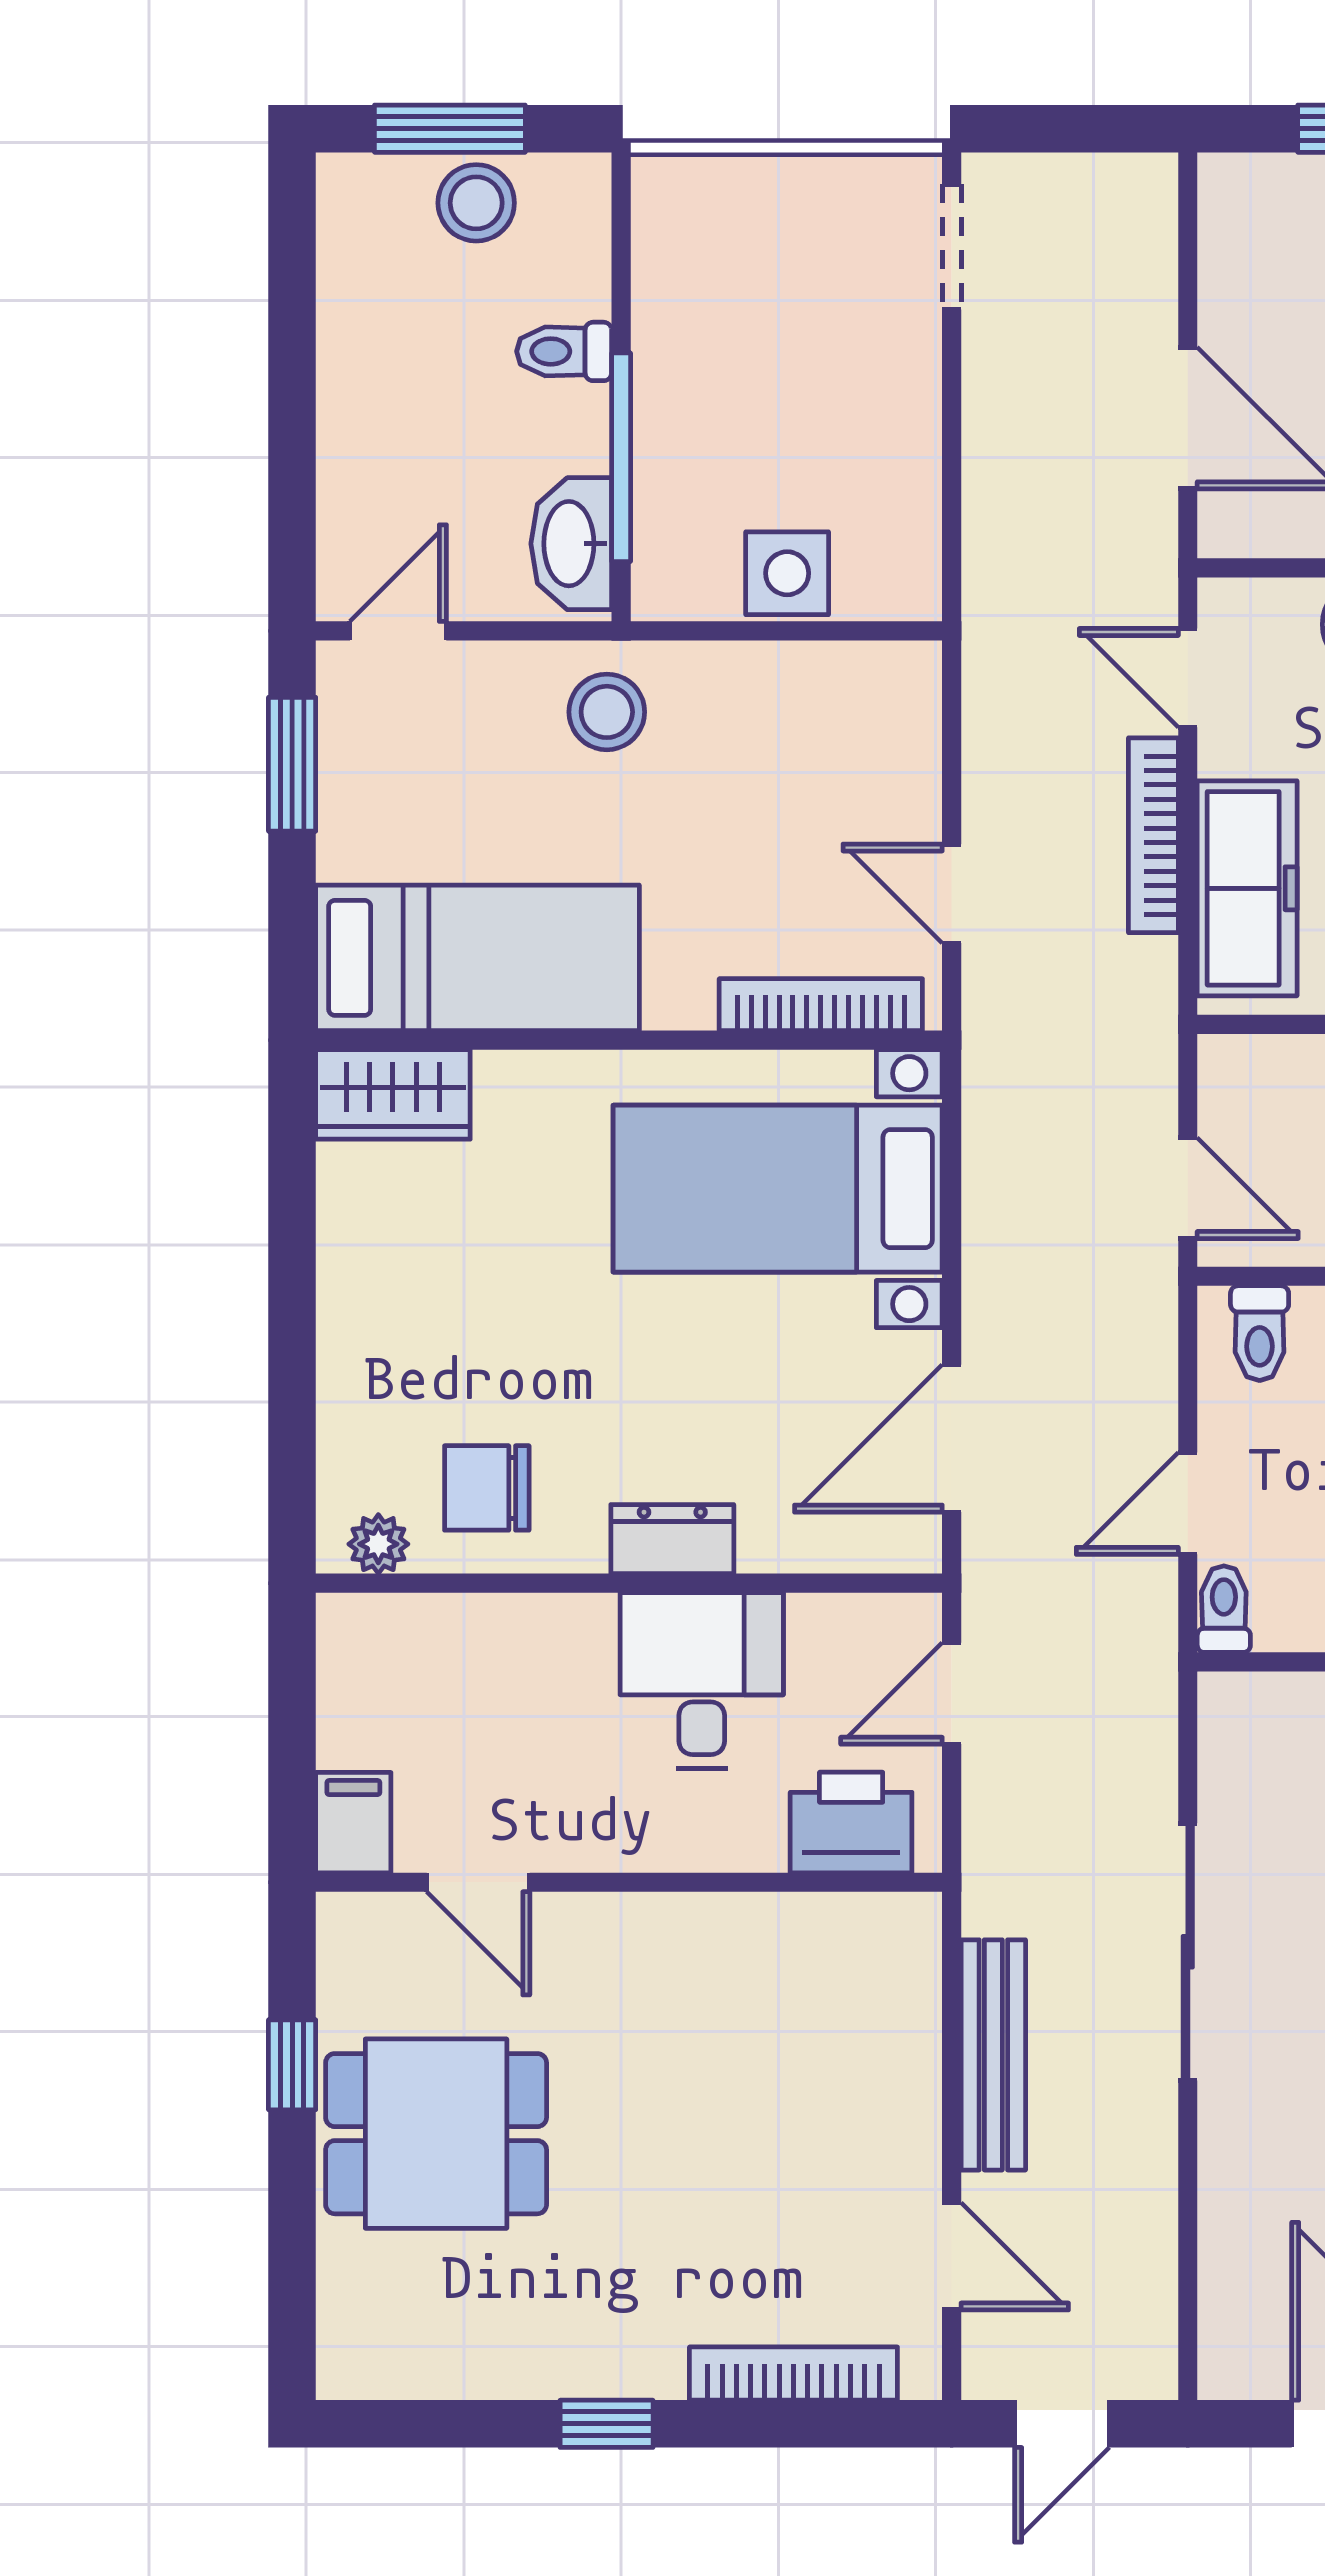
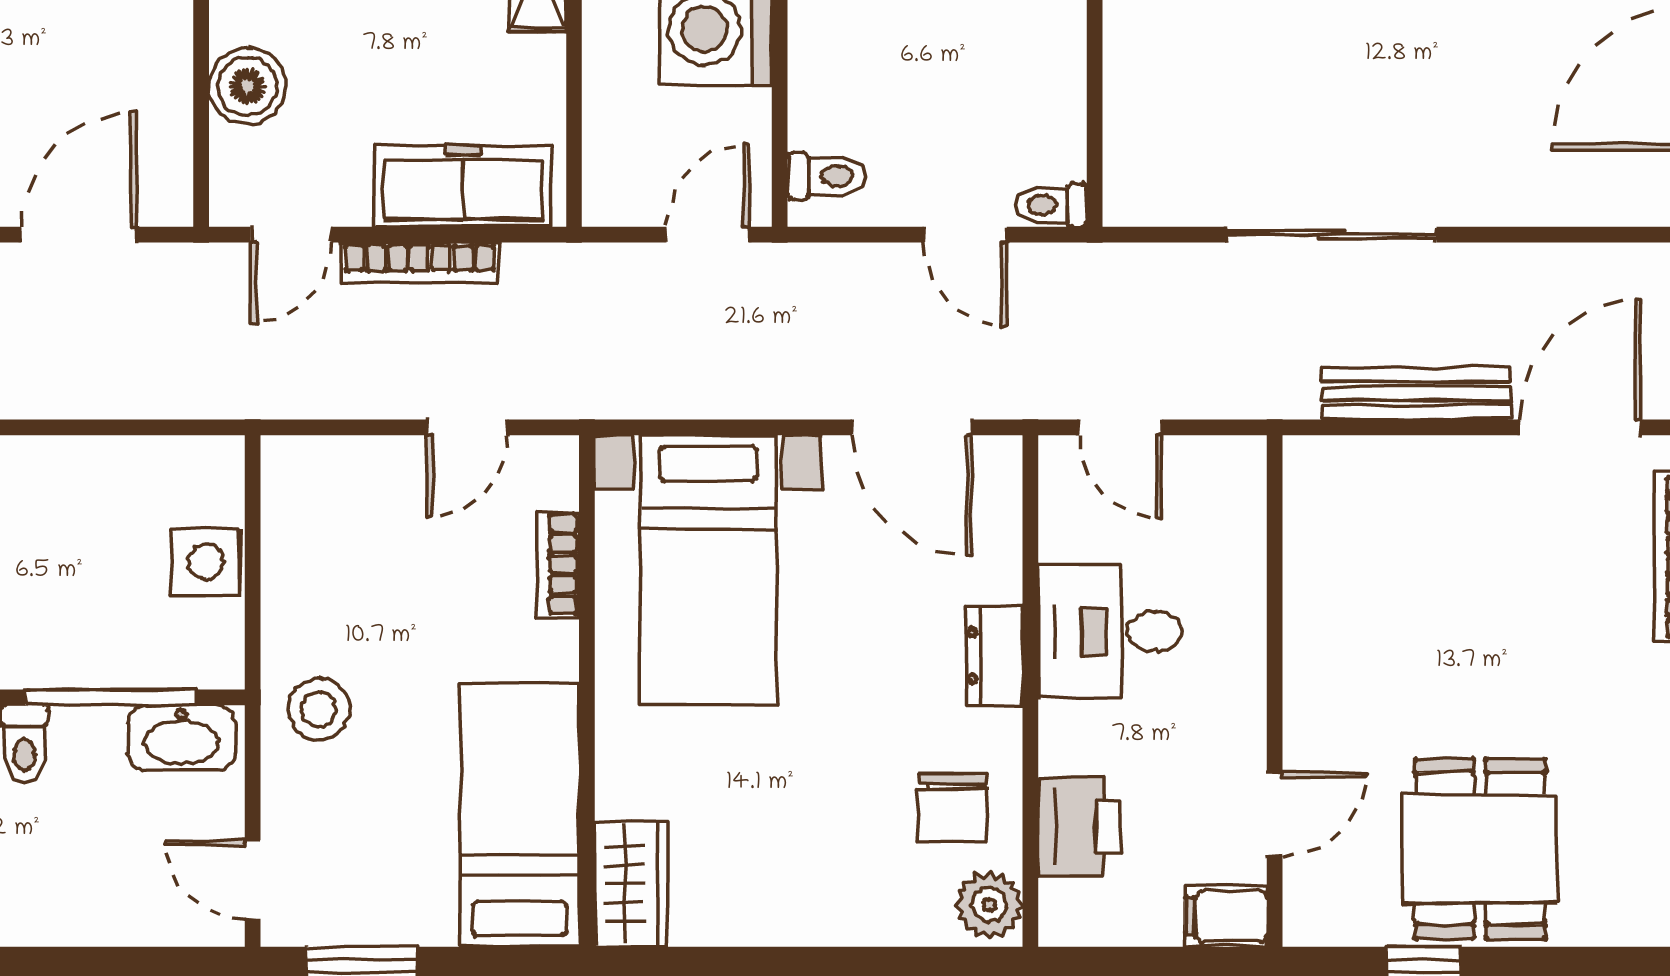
bookcase: (821, 1005) -> (558, 564), width x0.64
plant: (378, 1544) -> (989, 905), width x1.38, depth x1.38
printer: (851, 1823) -> (1079, 827), moved, turned 180
door: (952, 2256) -> (1580, 427), width x1.38

